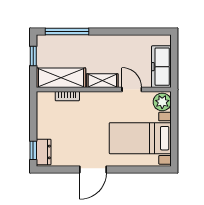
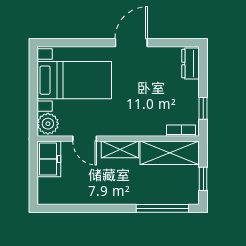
freezer: (161, 67) -> (49, 159), width x0.71
bookcase: (67, 96) -> (181, 131), moved
window: (33, 150) -> (203, 108), moved

